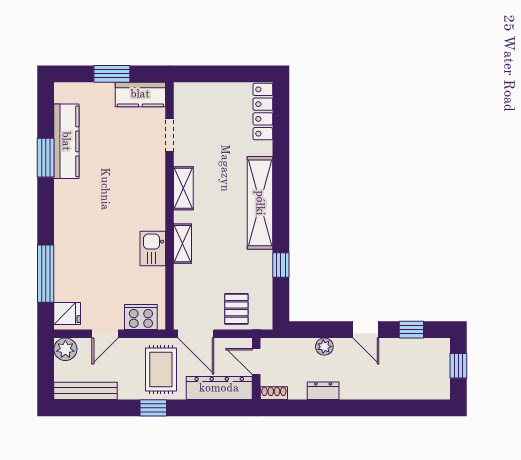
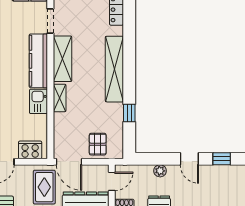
shelving: (183, 188) -> (62, 59), width x1.50, depth x1.33
kitchen counter: (153, 191) -> (38, 61), added
door: (256, 361) -> (112, 181), swing flipped

